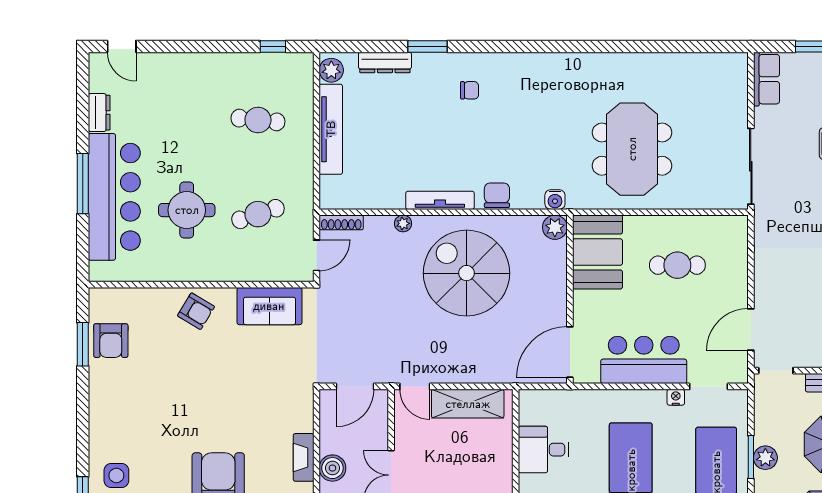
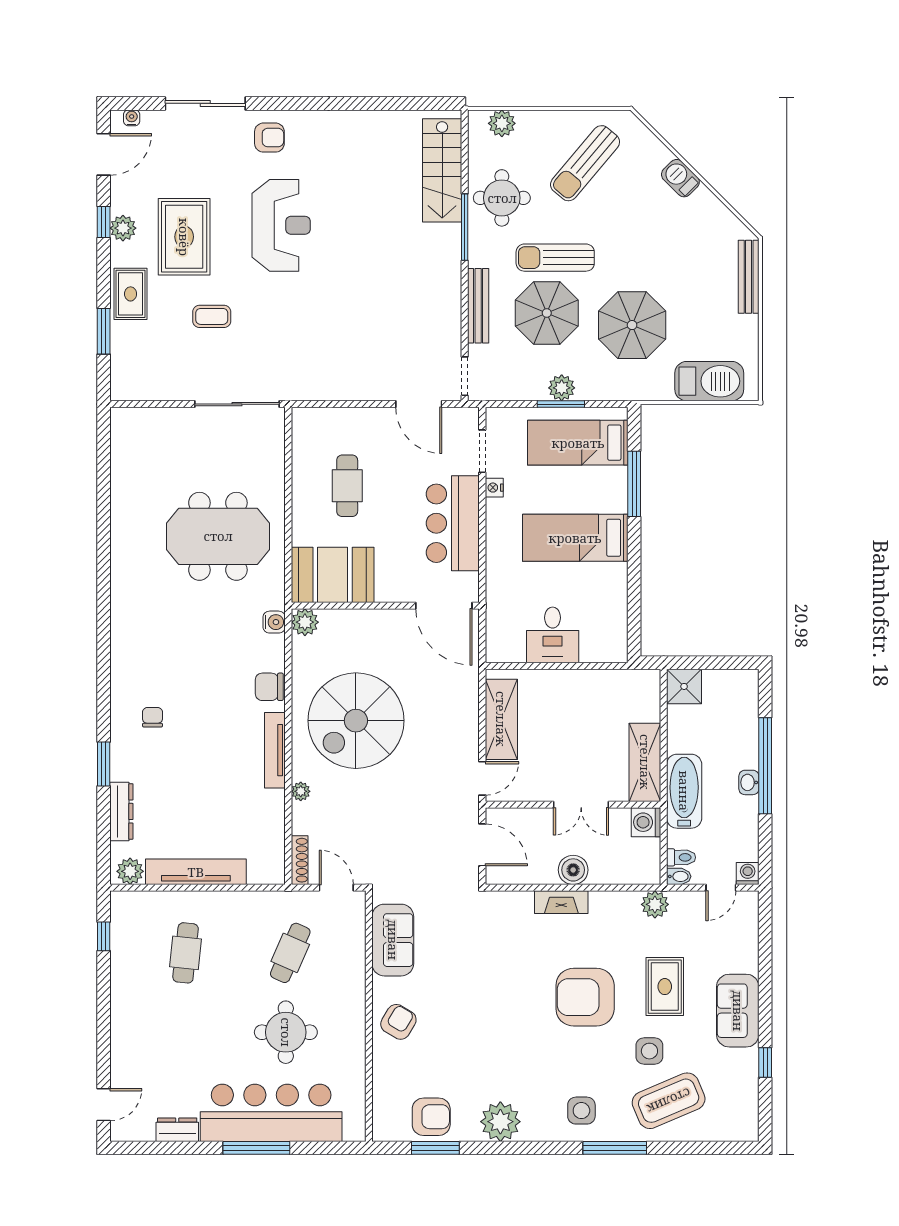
row of seats: (766, 79) -> (140, 387), removed
cafe table: (258, 214) -> (290, 953), turned 42
plant: (106, 403) -> (500, 1122), added

